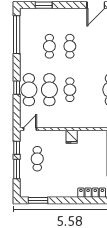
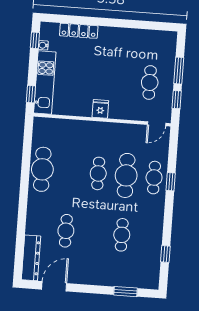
window: (17, 35) -> (165, 254), width x0.32
cafe table: (70, 46) -> (66, 231), moved
cafe table: (29, 90) -> (154, 178), width x0.73, depth x0.74
window: (38, 200) -> (153, 26), removed

